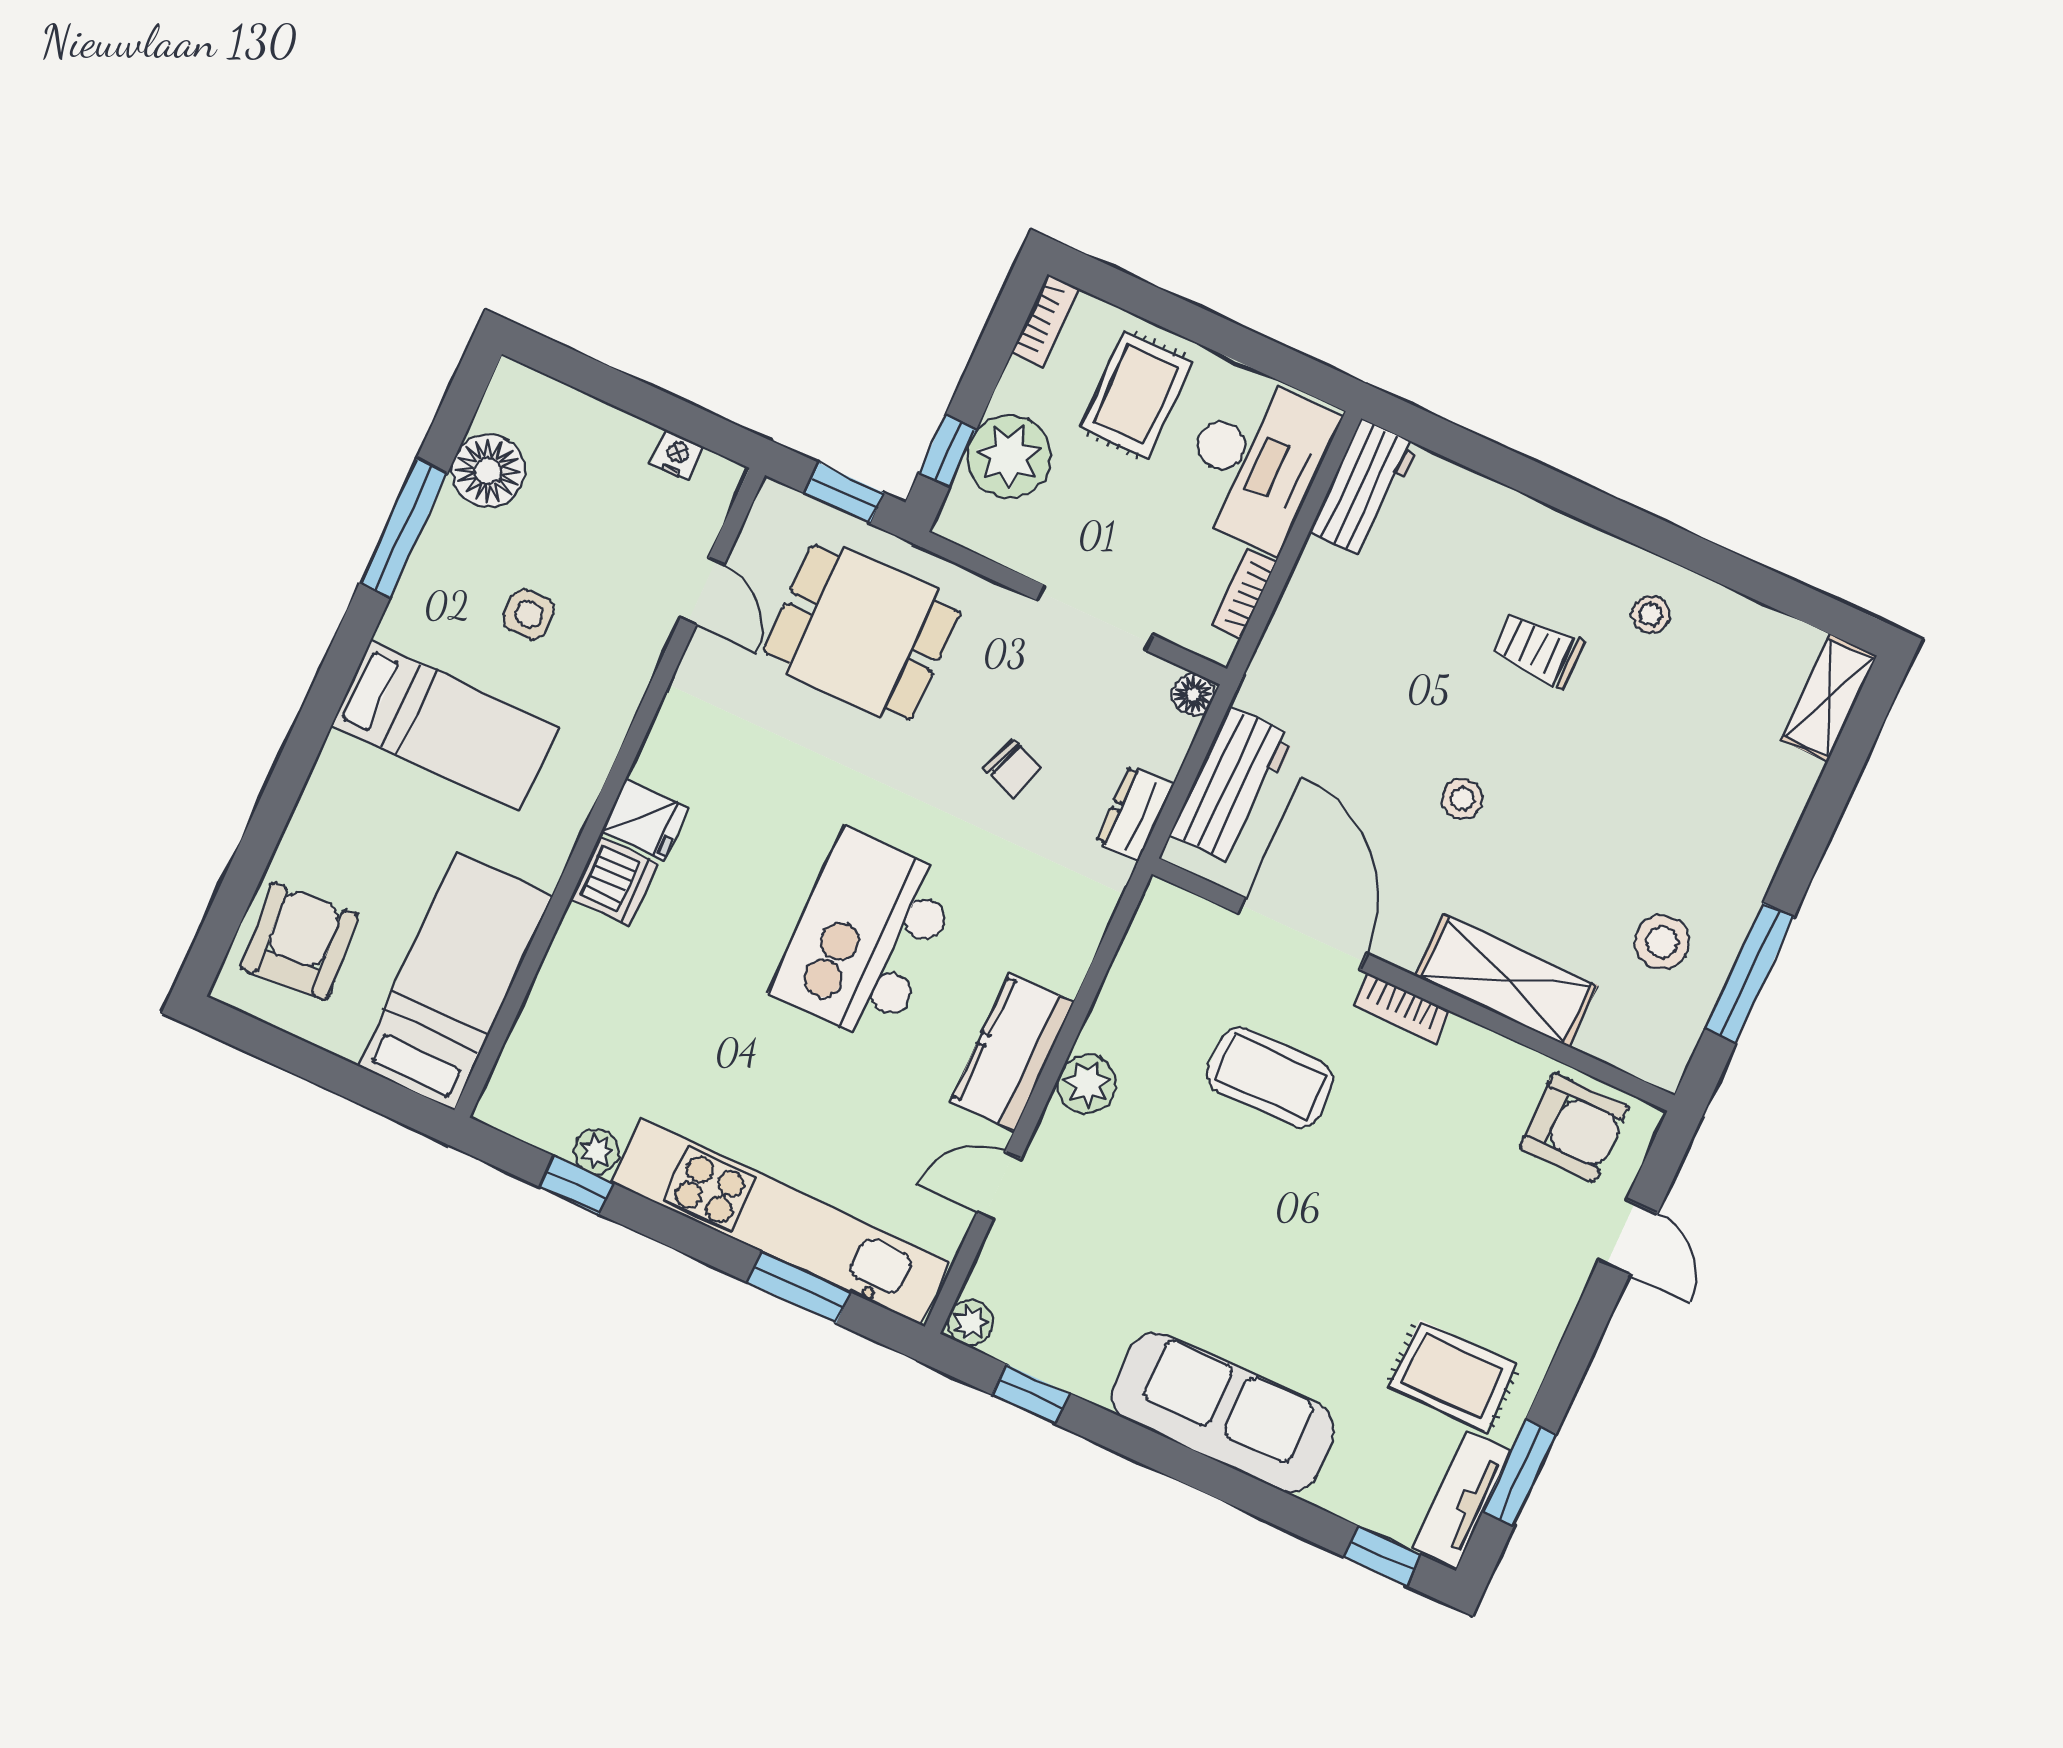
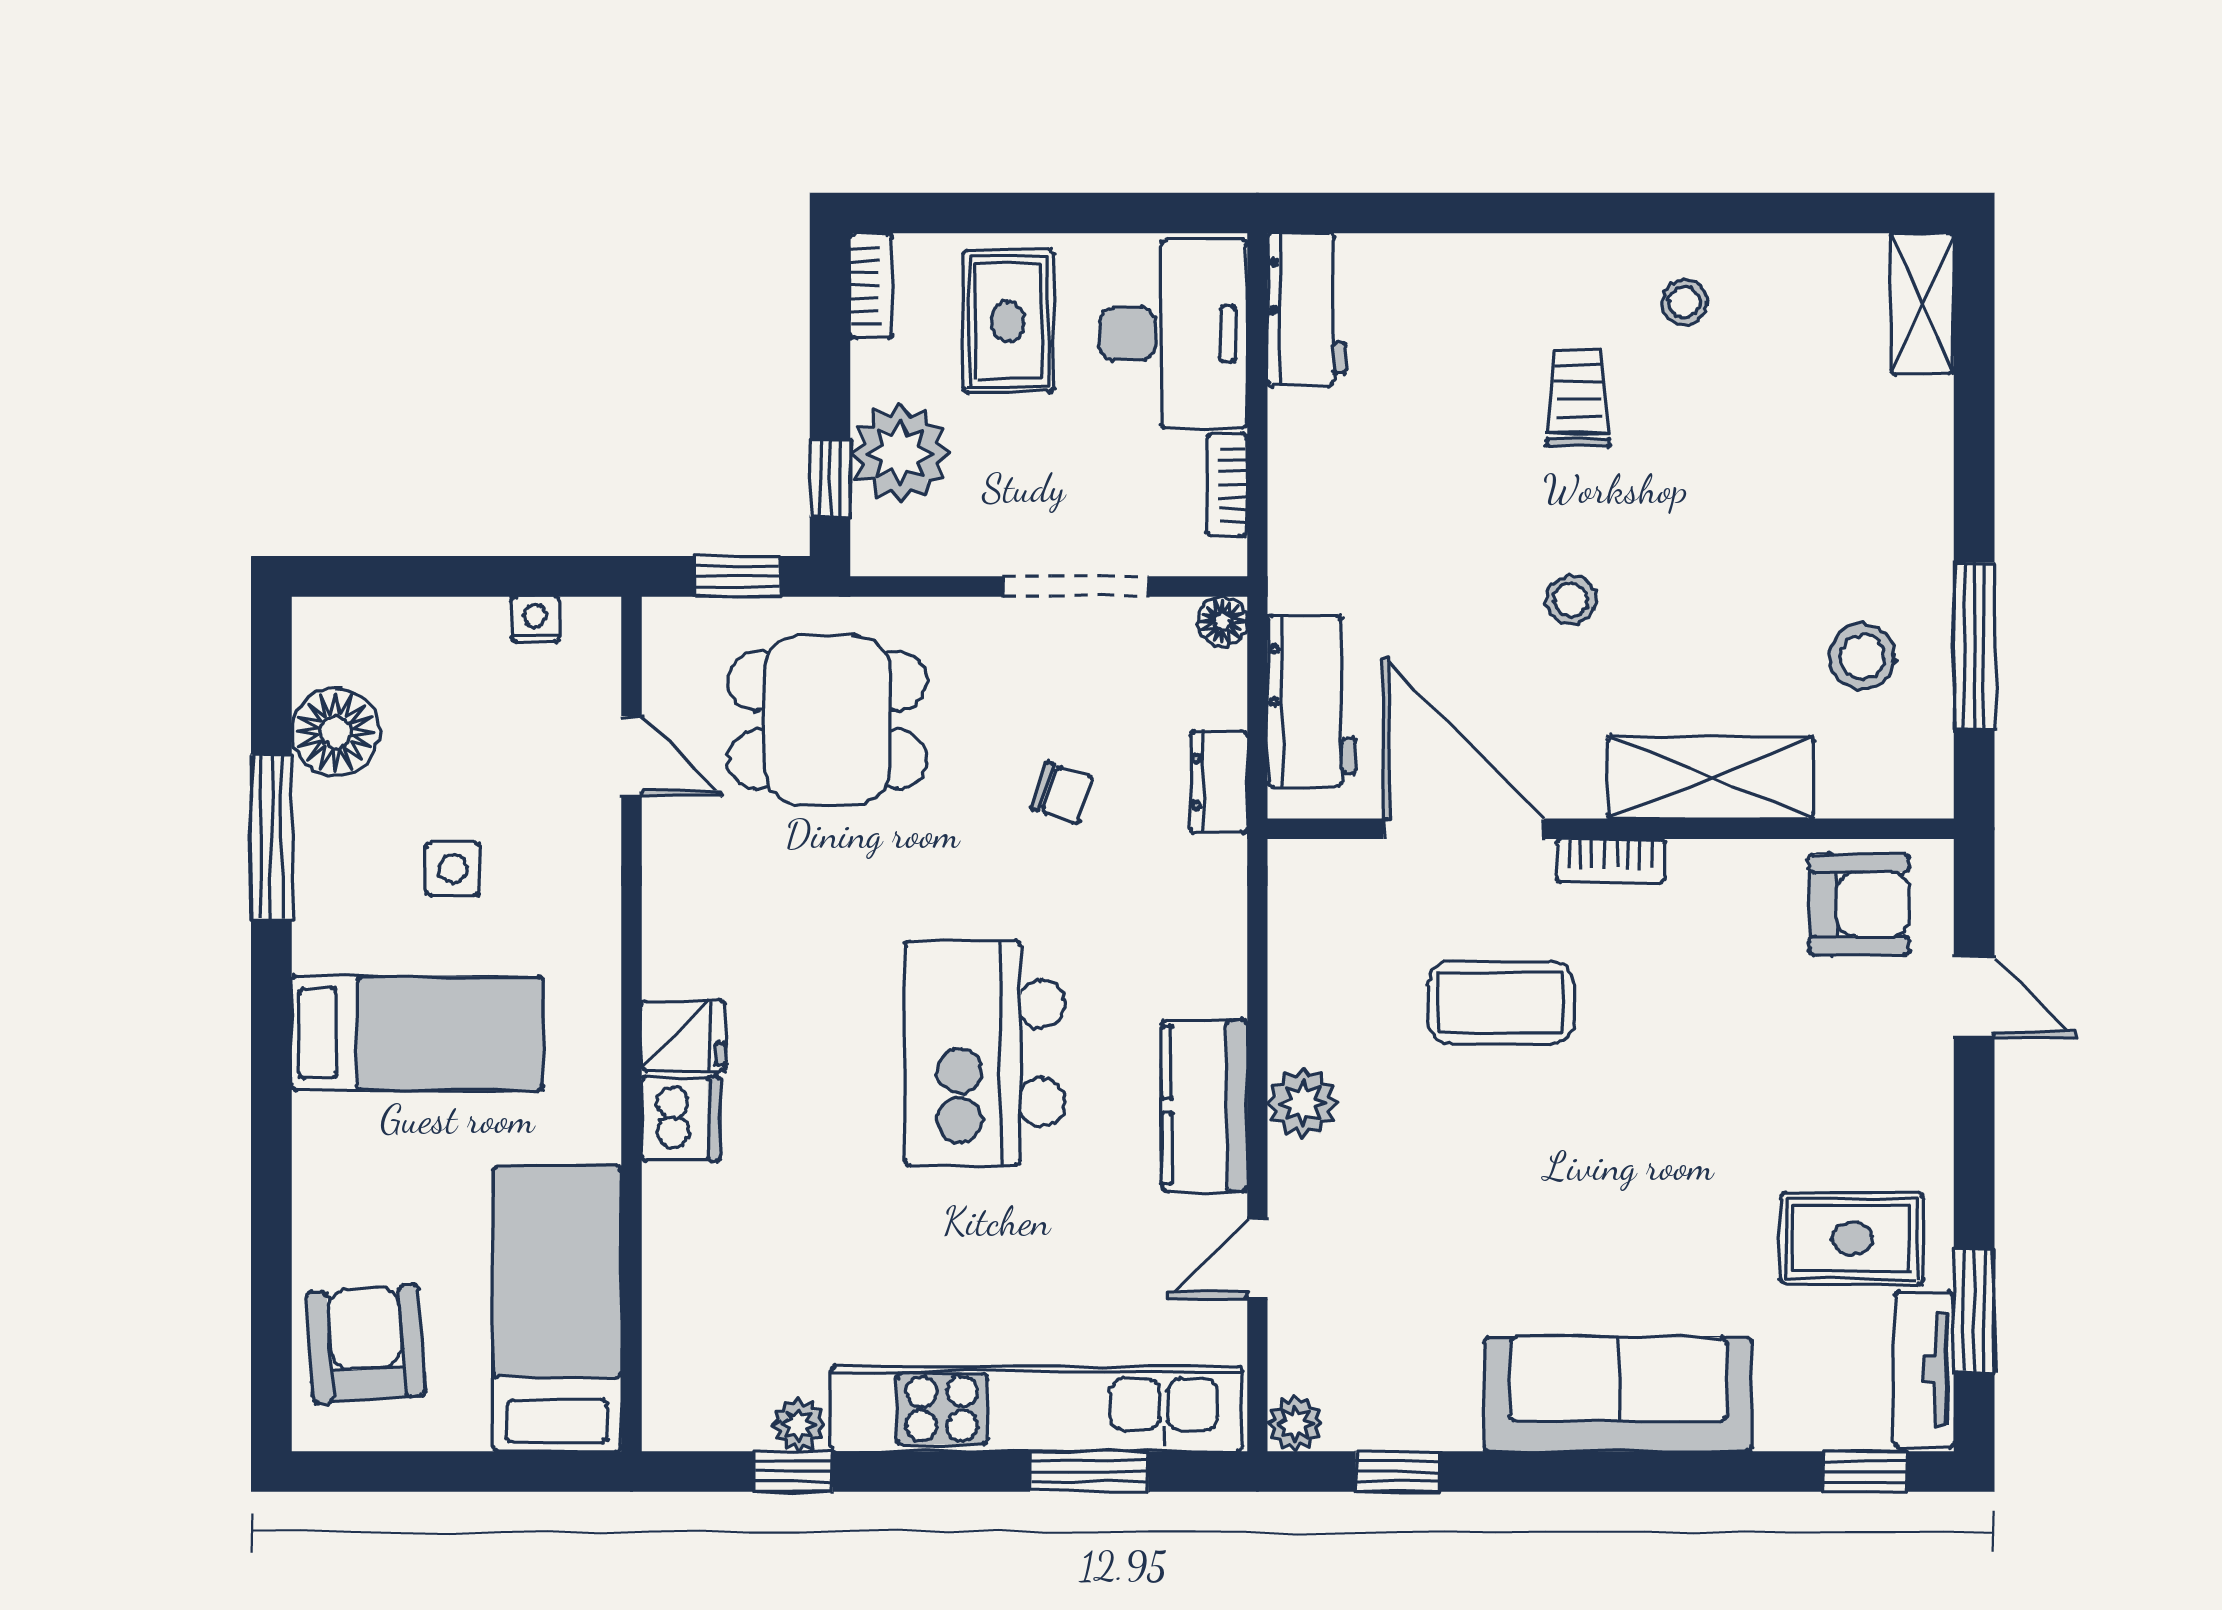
trolley: (1538, 649) -> (1578, 398), turned 90

